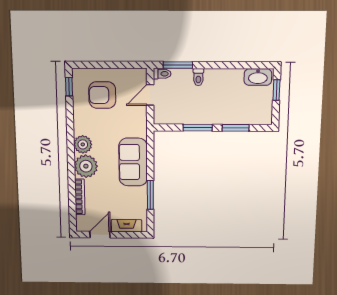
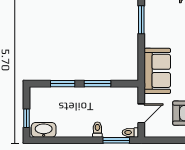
sofa: (133, 162) -> (157, 71), moved

